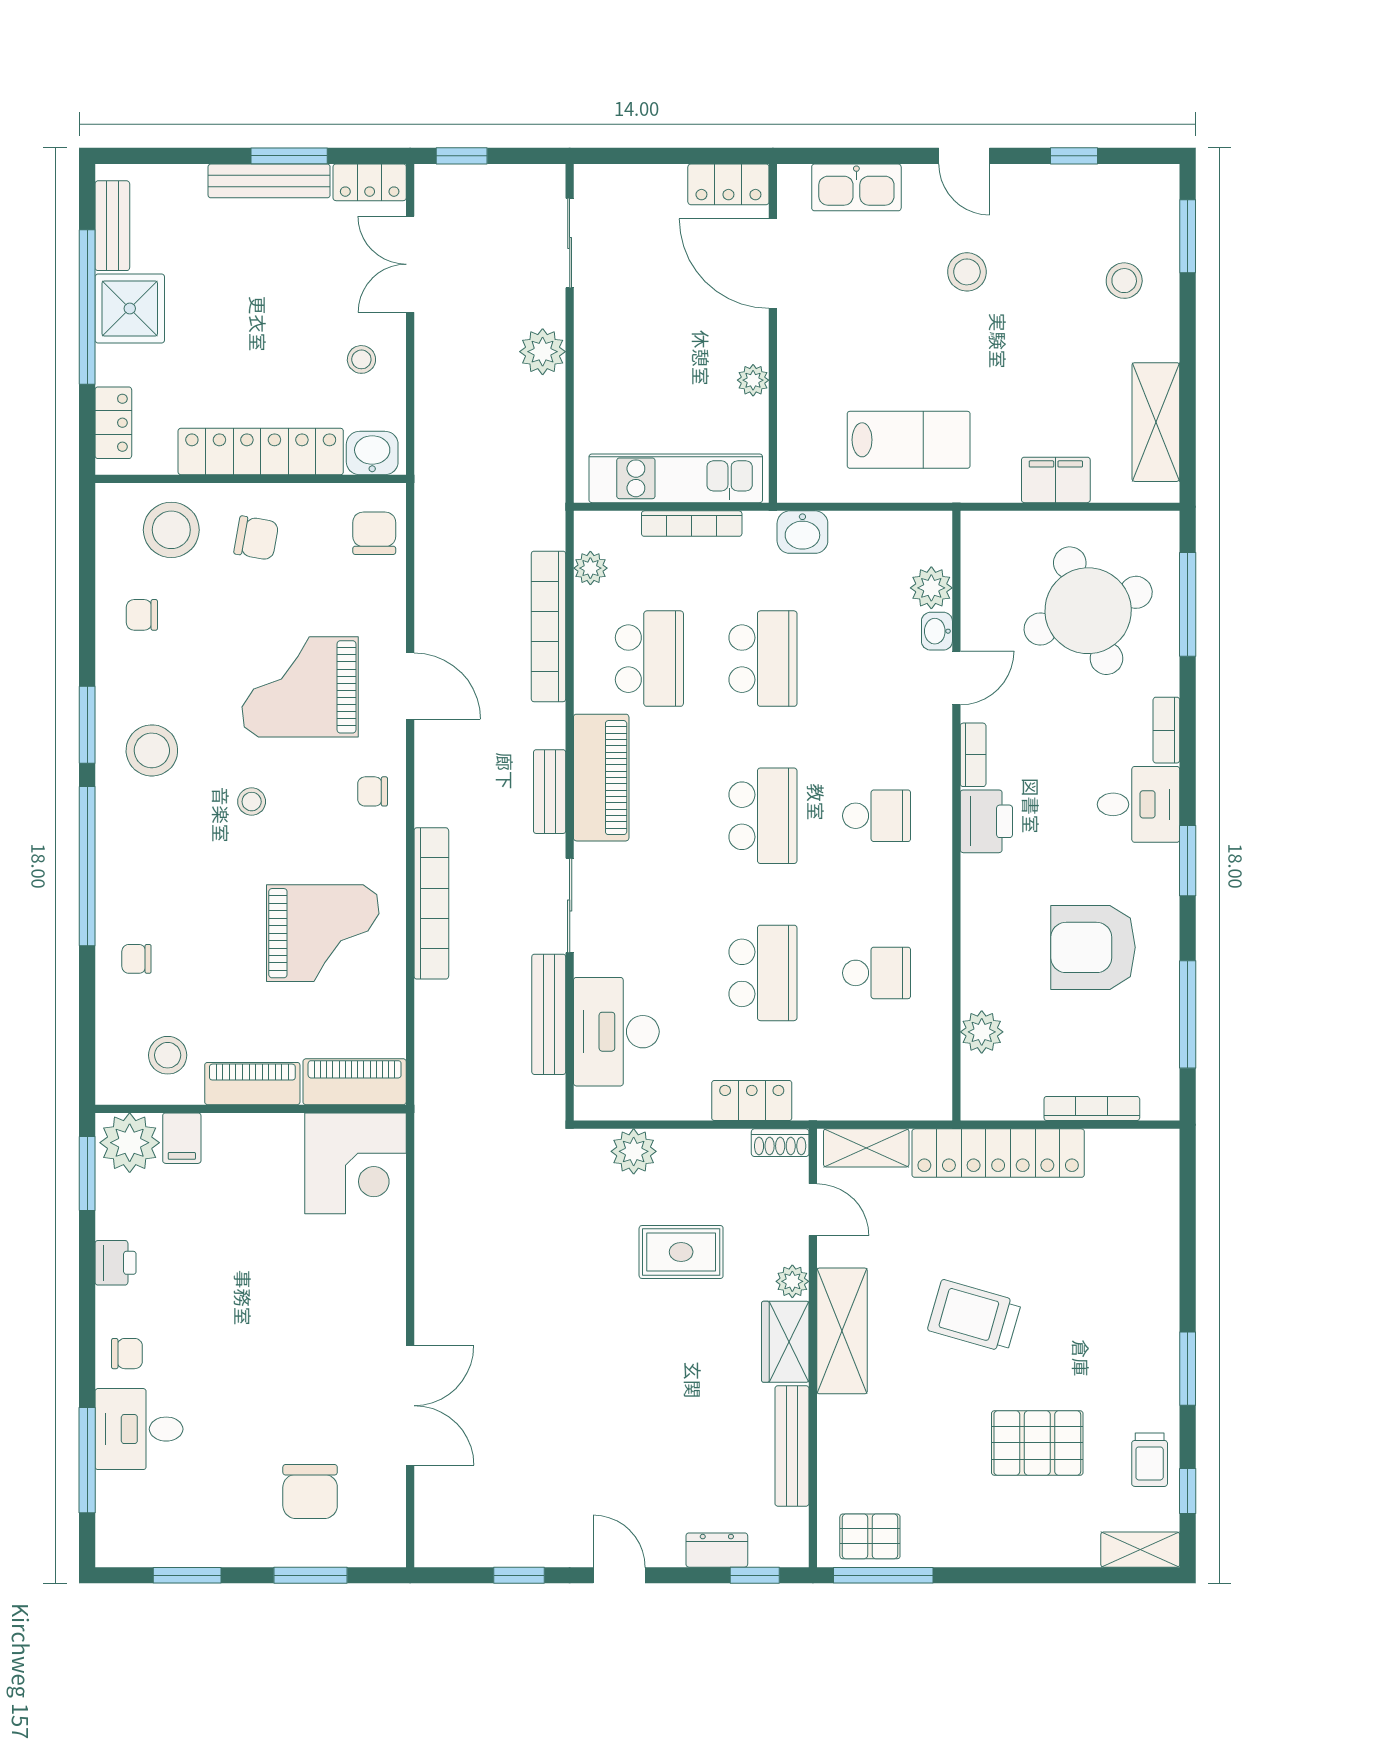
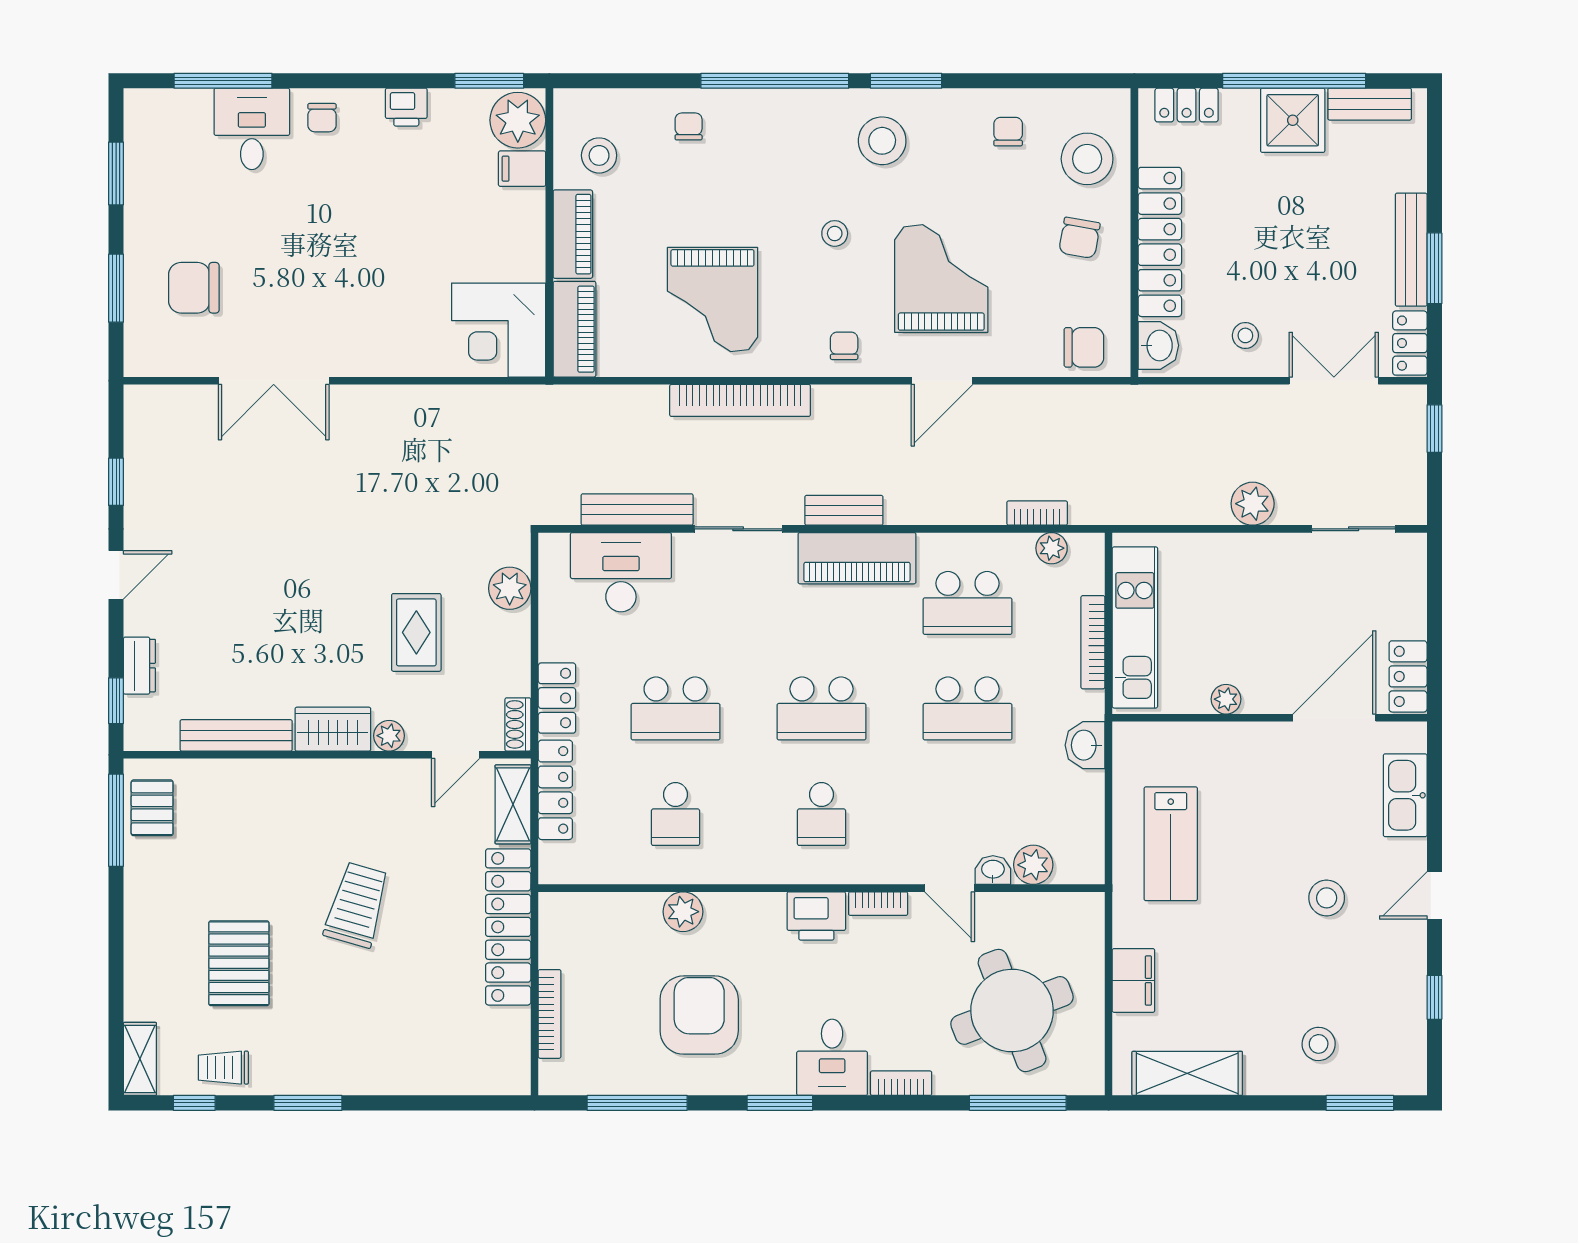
bookcase: (548, 626) -> (1037, 513), width x0.43, depth x0.76
plant: (982, 1032) -> (683, 912), moved
locker: (851, 1102) -> (555, 790), added
shelving: (842, 1331) -> (343, 782), removed

